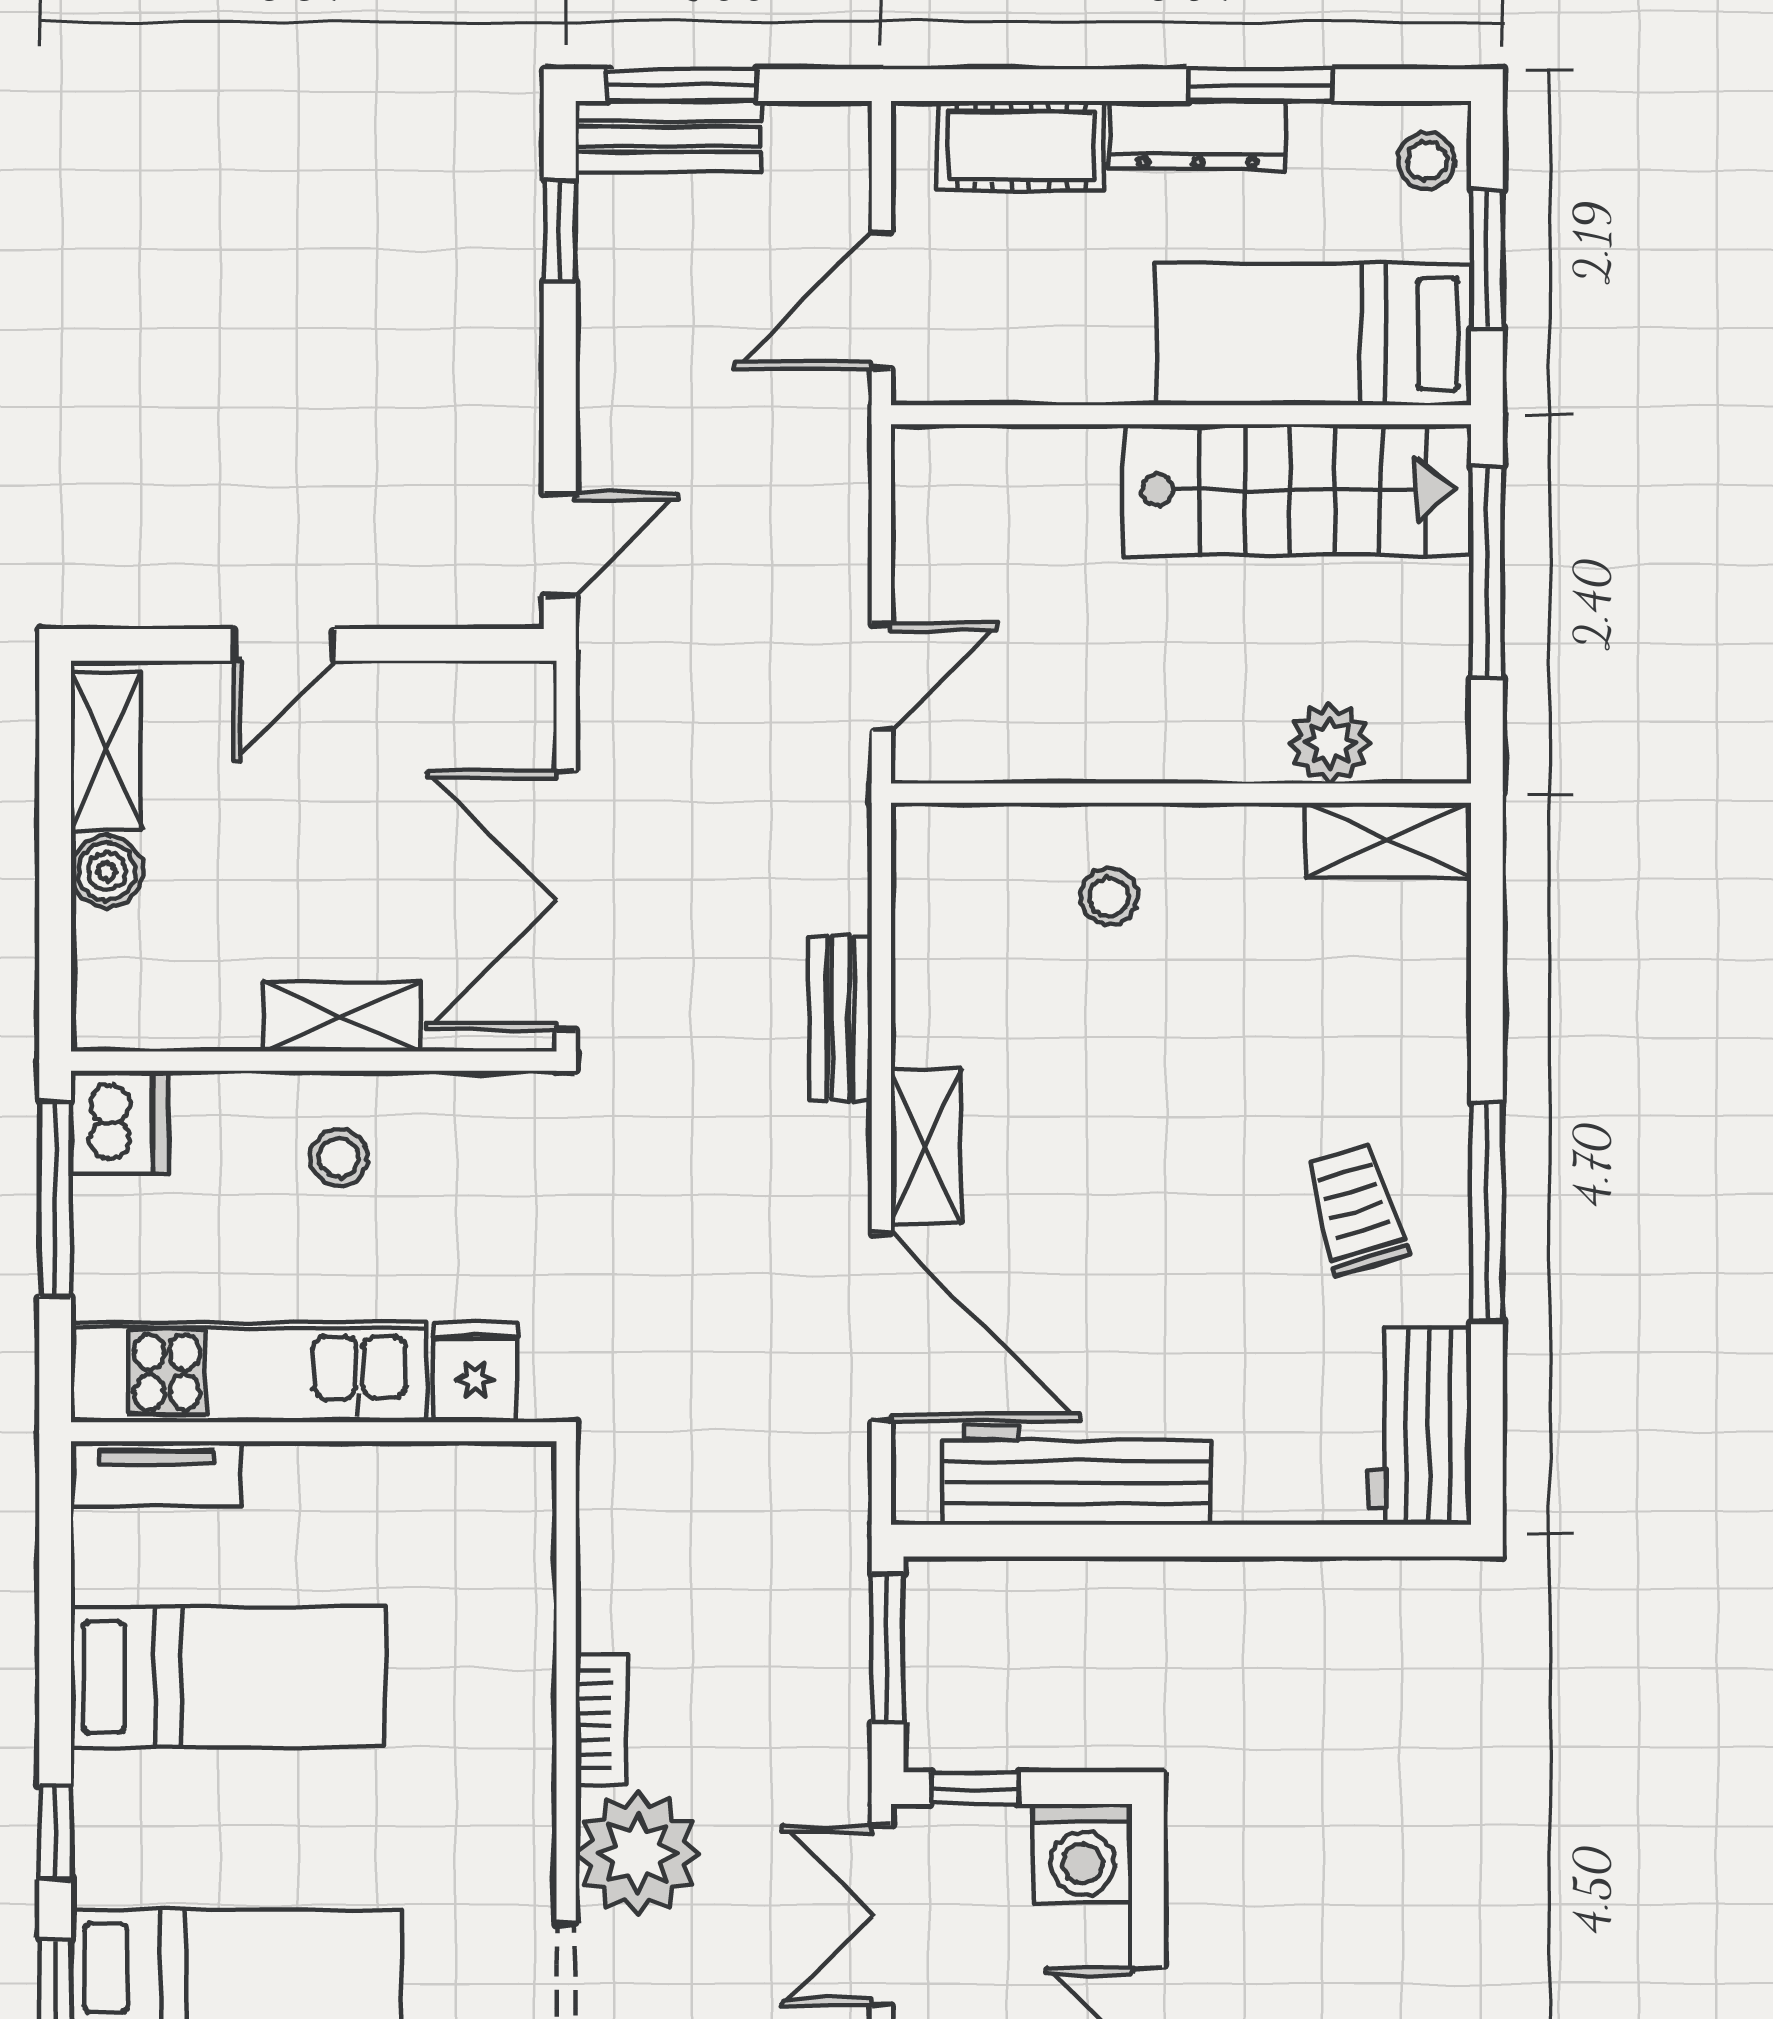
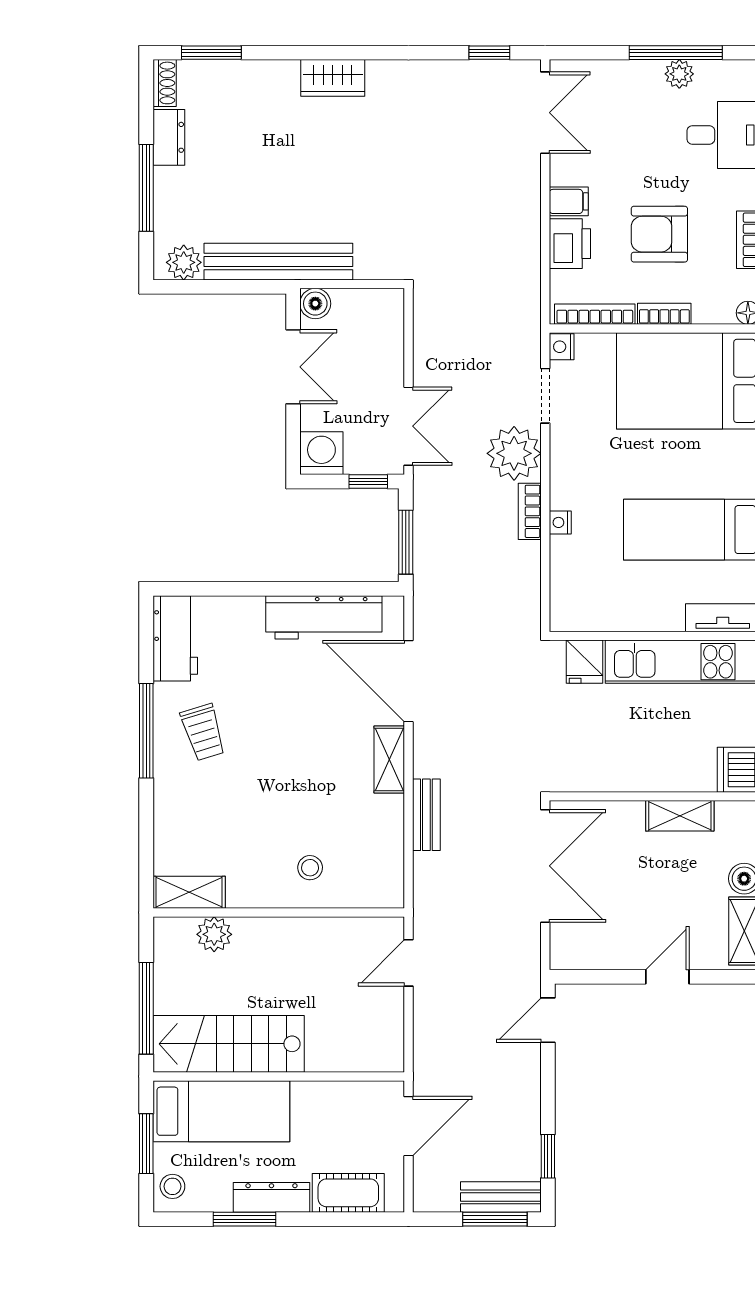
shelving: (342, 1016) -> (680, 816), moved
stool: (339, 1158) -> (644, 755), removed
nightstand: (531, 1694) -> (560, 522), added

